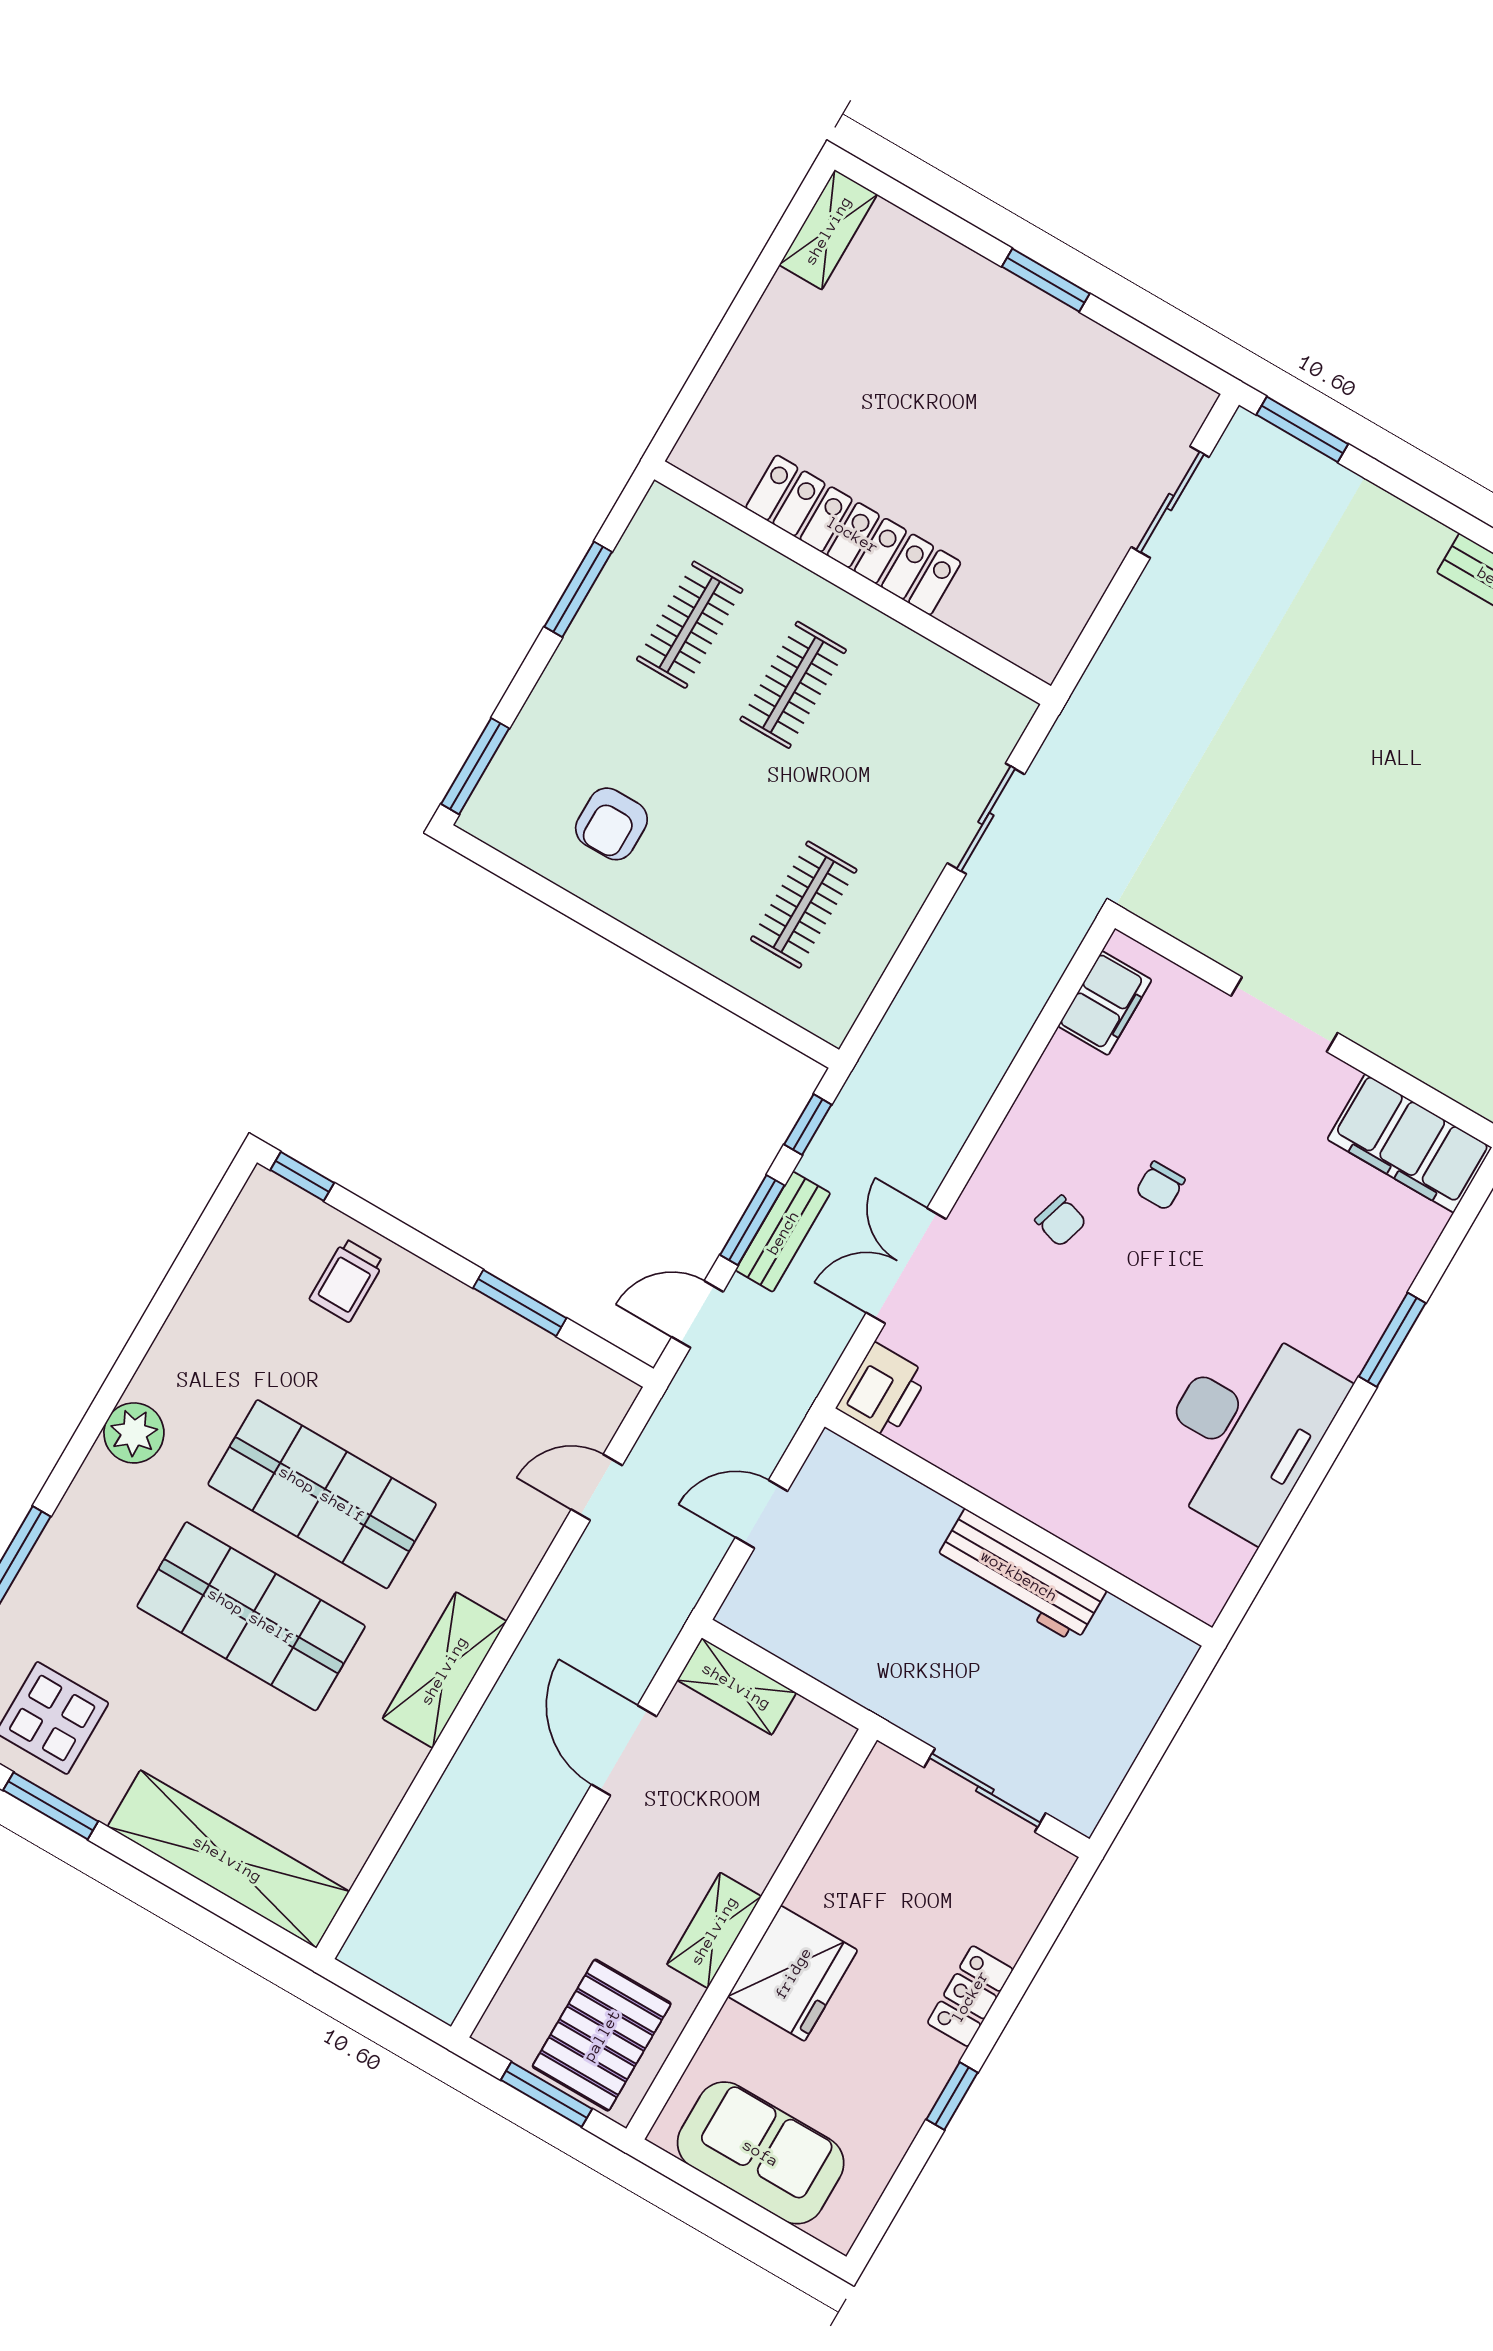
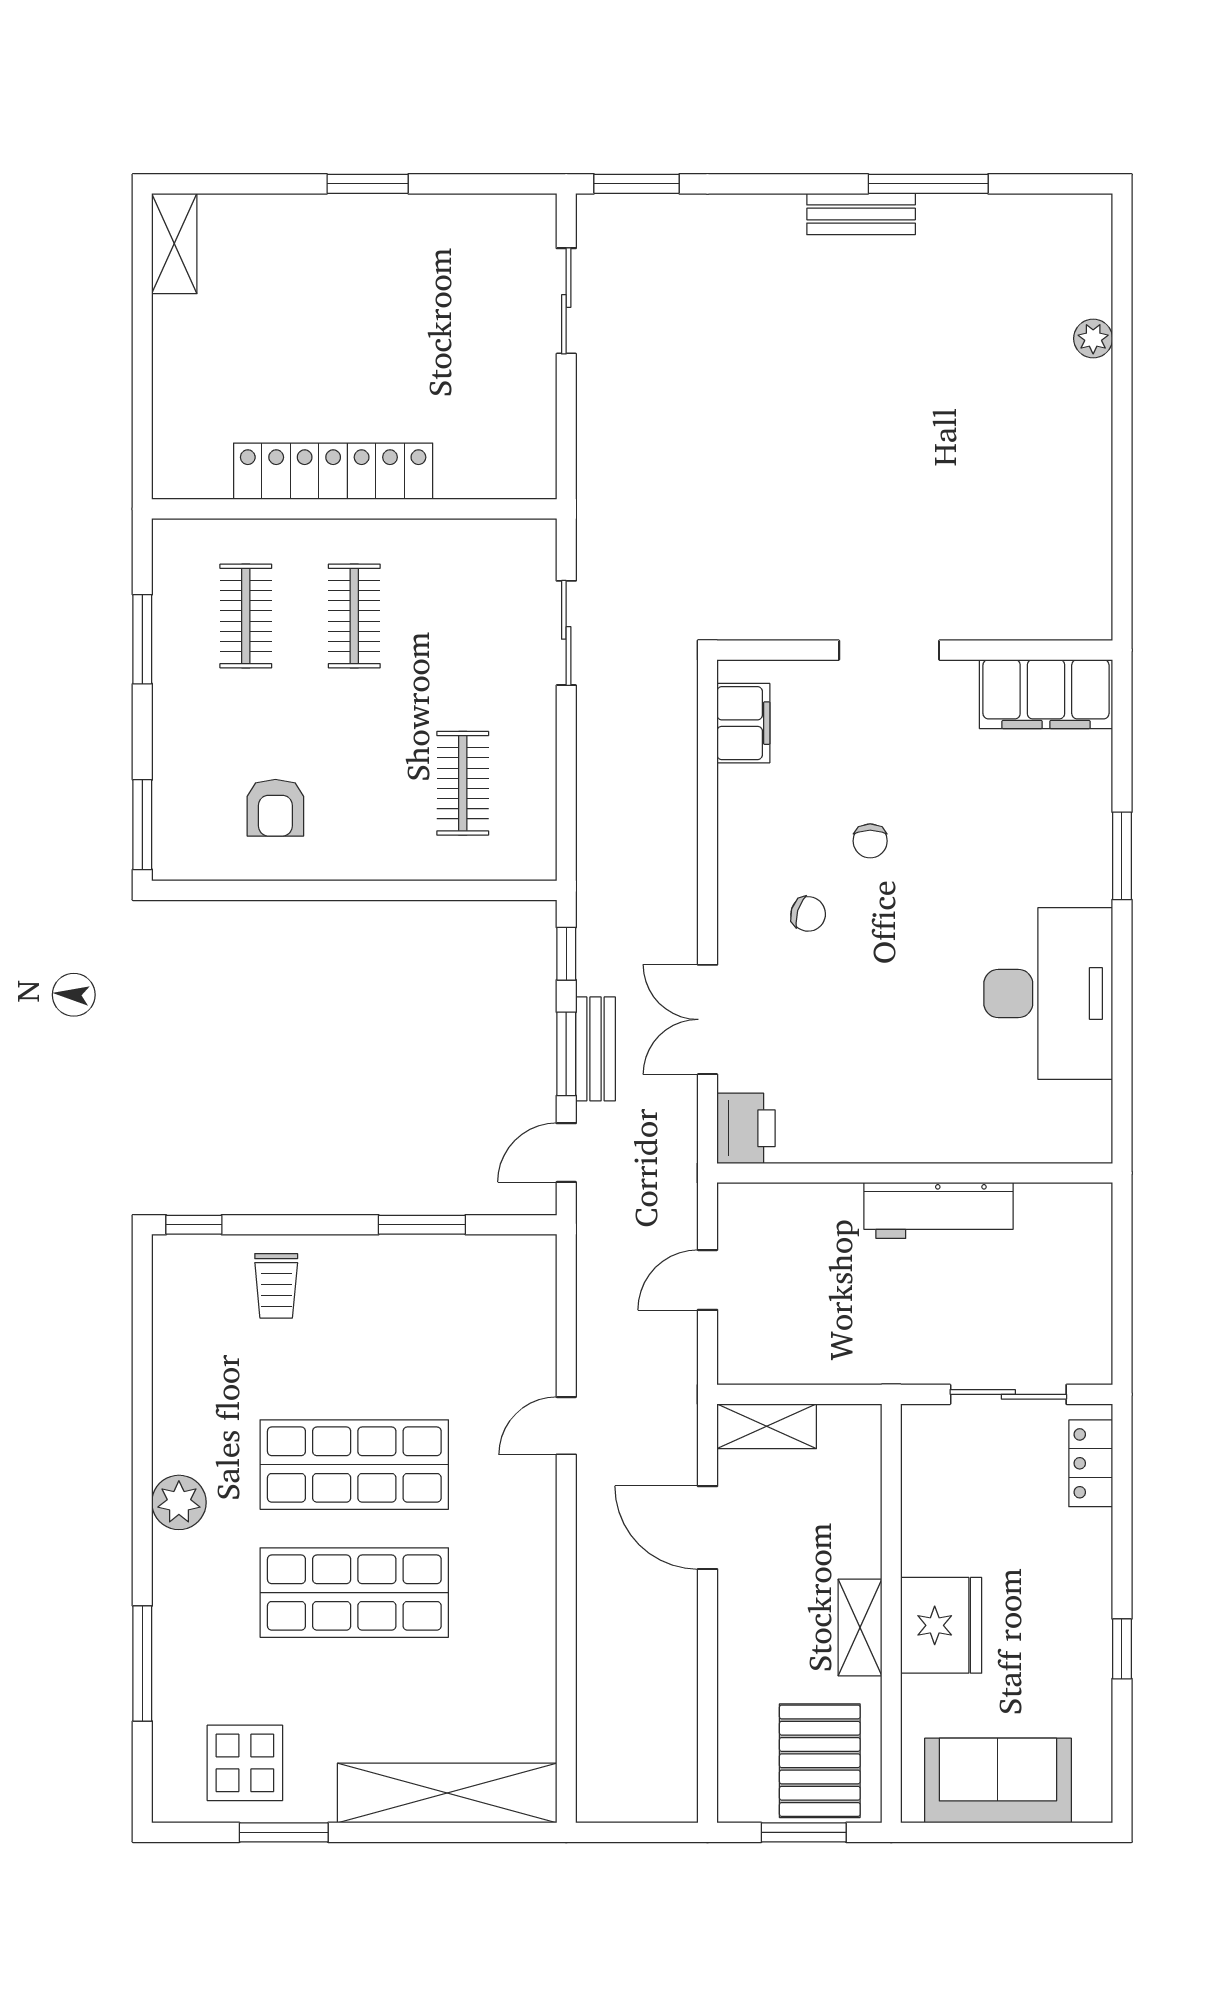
door: (597, 1487) -> (566, 1426), moved
shelving: (444, 1670) -> (530, 1546), removed
locker: (970, 1996) -> (1091, 1463), moved

